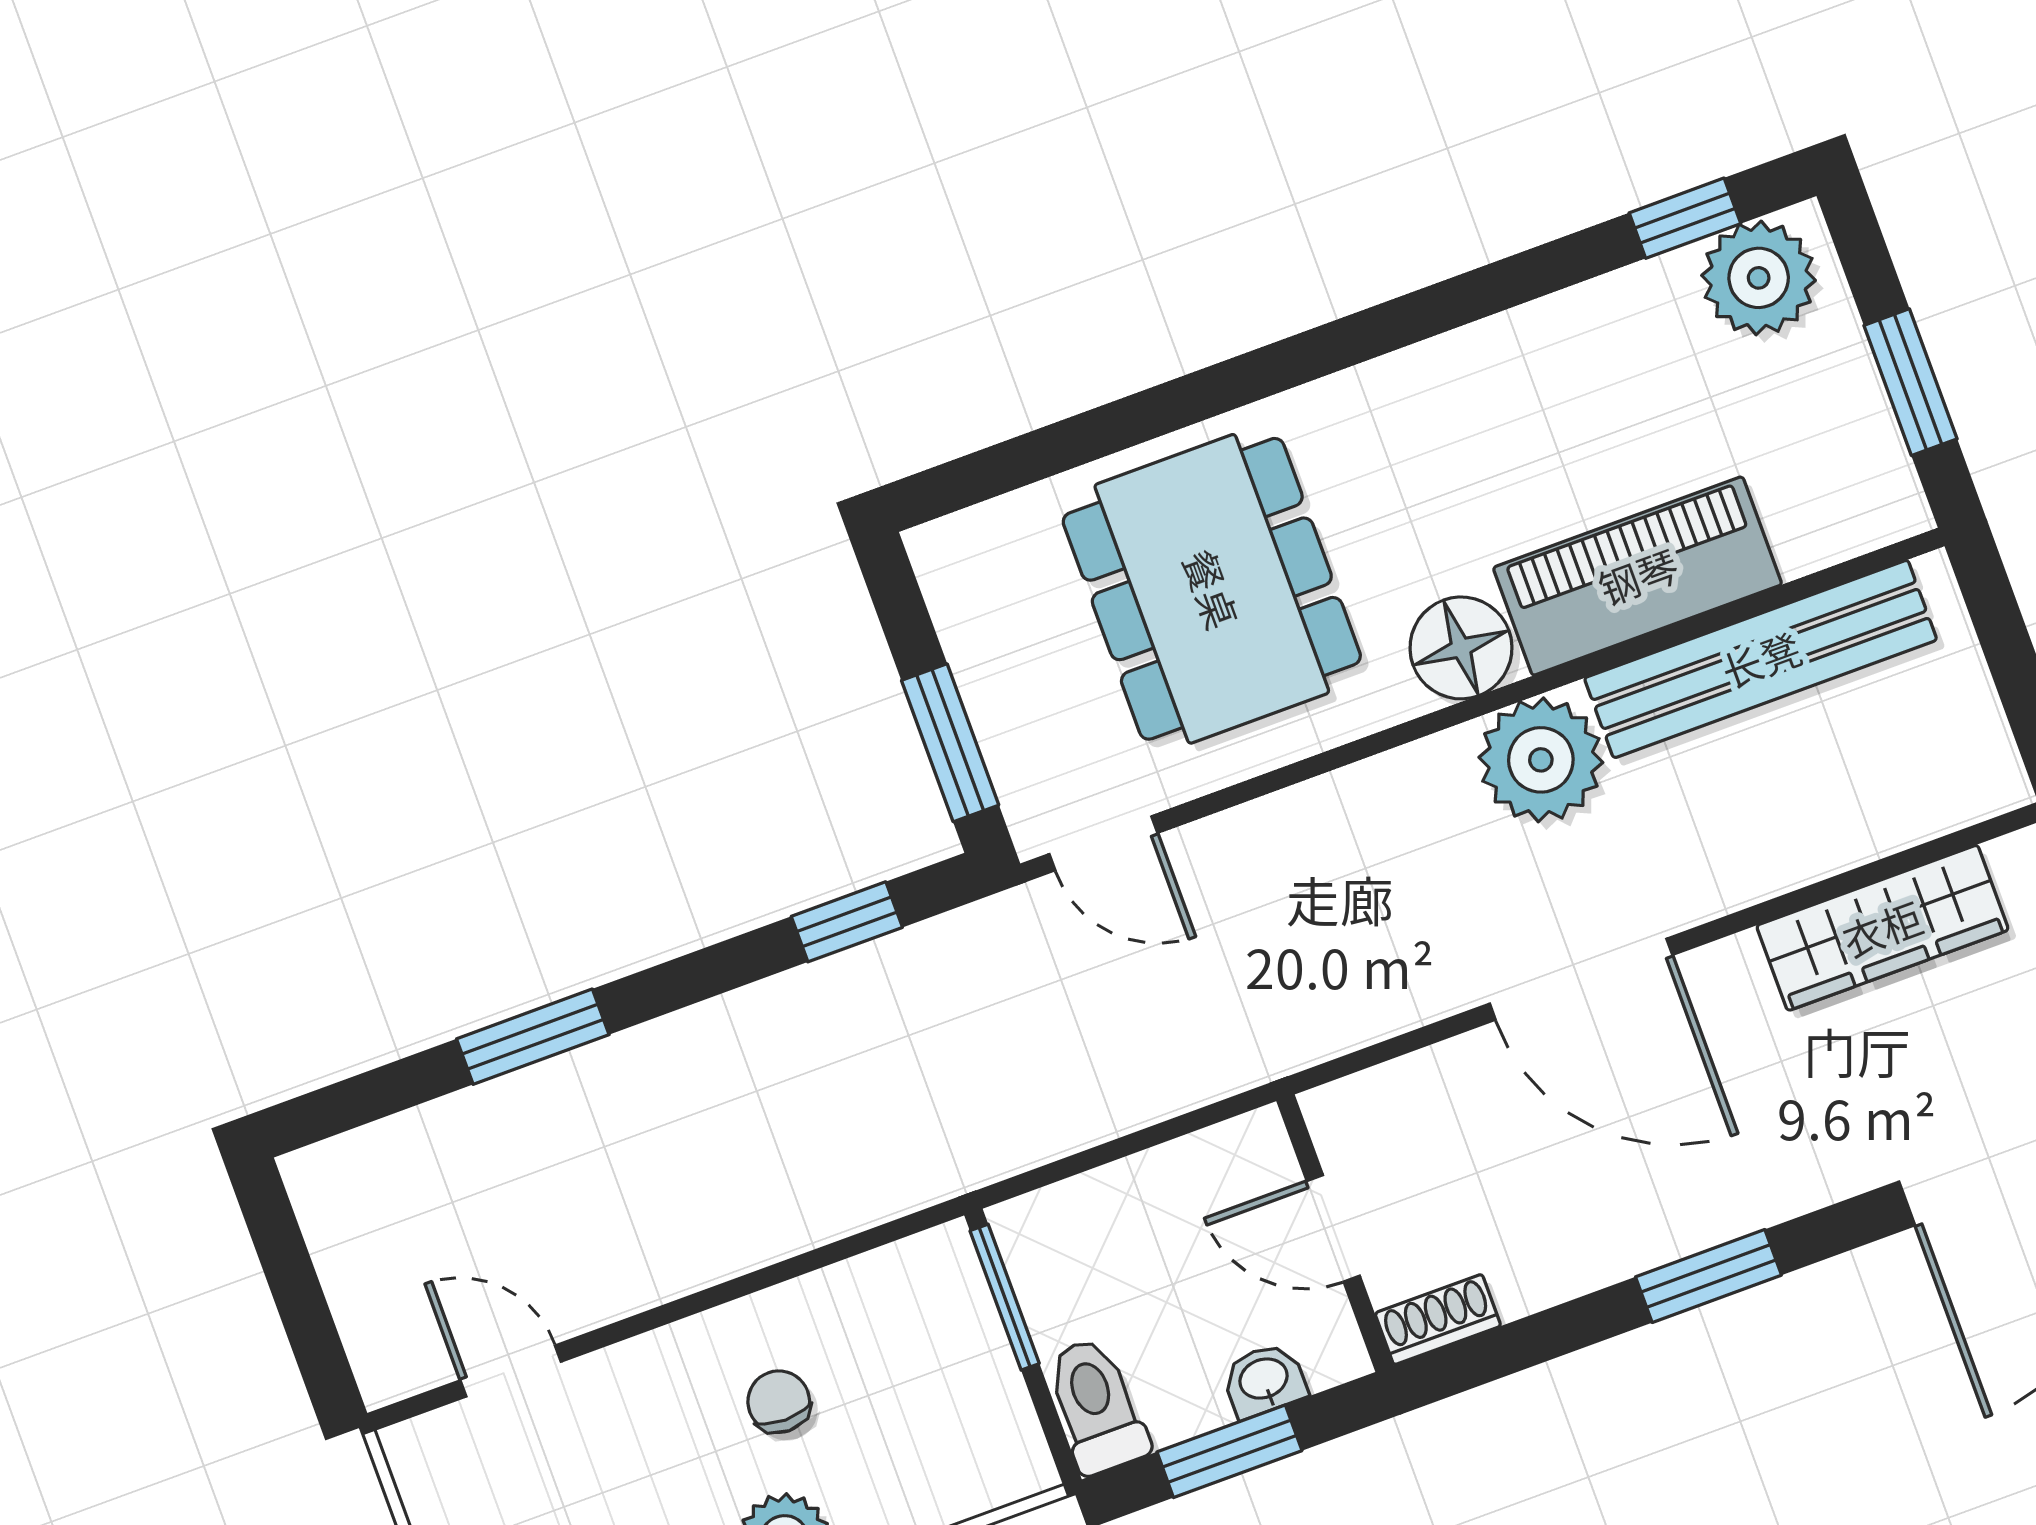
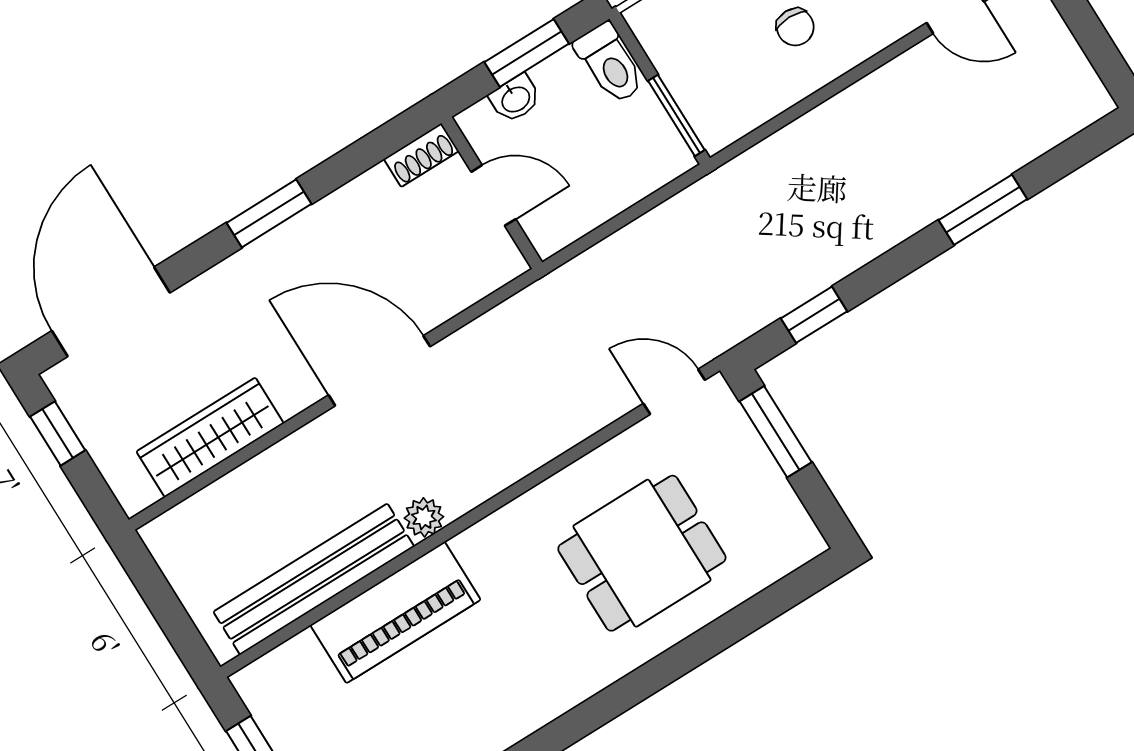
dining table: (1212, 589) -> (642, 553), width x0.73
floor lamp: (1461, 648) -> (490, 549), removed
plant: (1541, 760) -> (424, 517), width x0.53, depth x0.53

